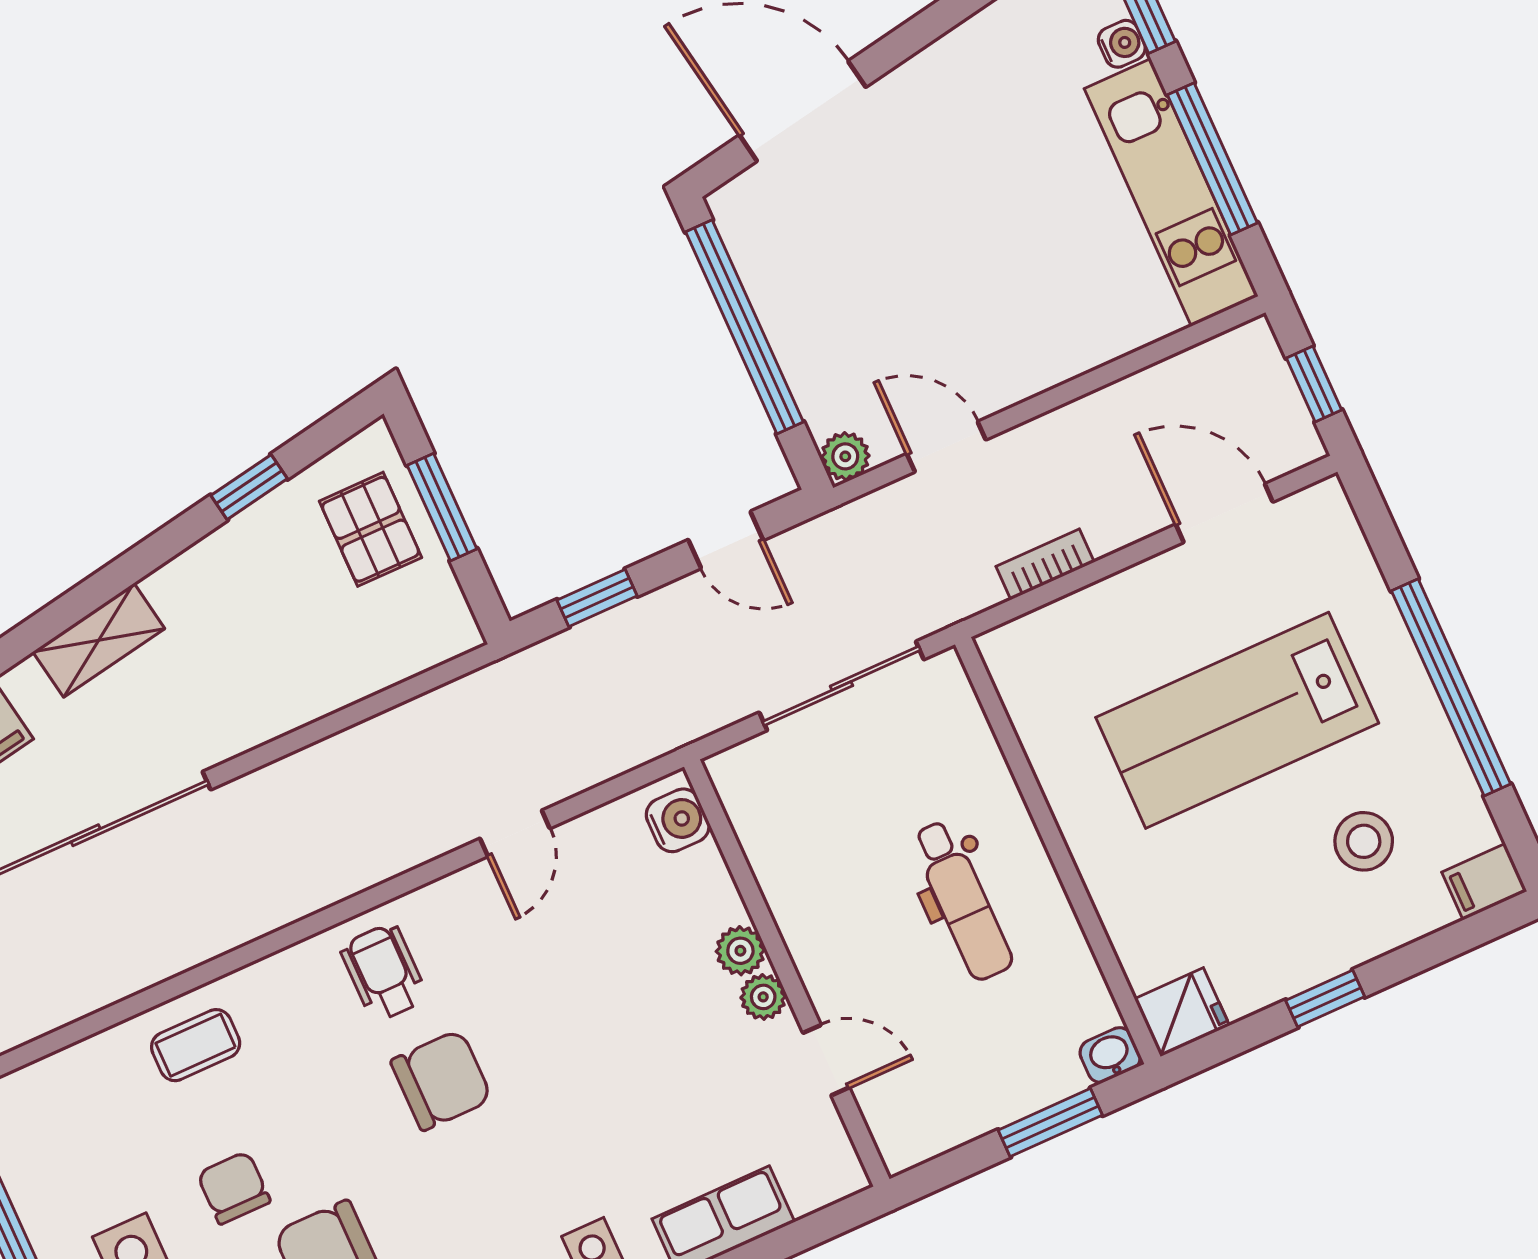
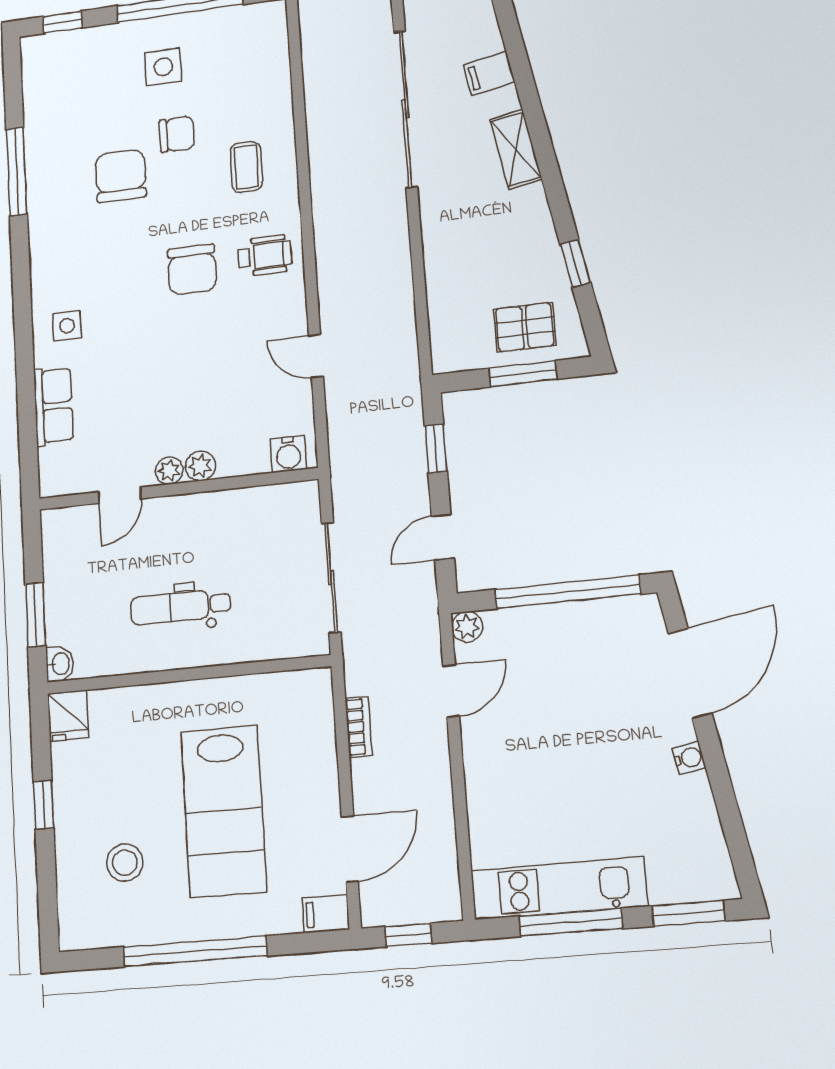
water cooler: (1122, 44) -> (689, 758), moved, turned -100
lab bench: (1237, 720) -> (224, 811), turned 180
filing cabinet: (1484, 882) -> (326, 914), moved, turned -90
coffee table: (196, 1045) -> (246, 167), moved

